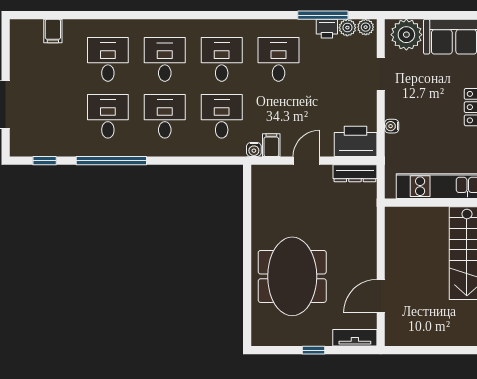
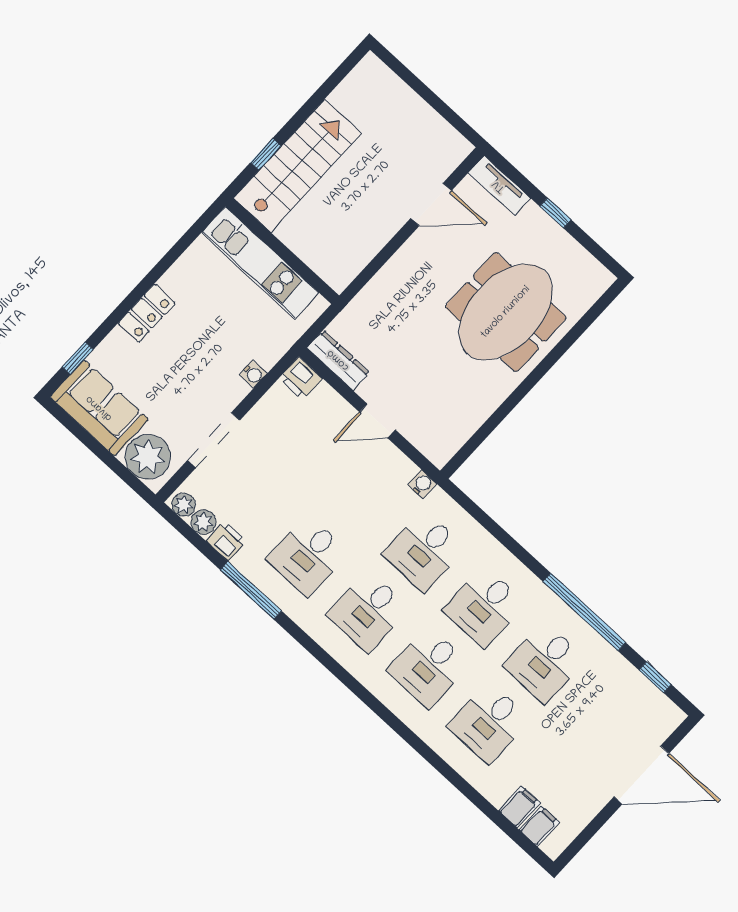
window: (323, 15) -> (251, 590), moved
doorway: (381, 74) -> (214, 440), width x1.38
printer: (356, 141) -> (301, 378), width x0.53, depth x0.68
filing cabinet: (271, 145) -> (539, 826), moved, turned 180

